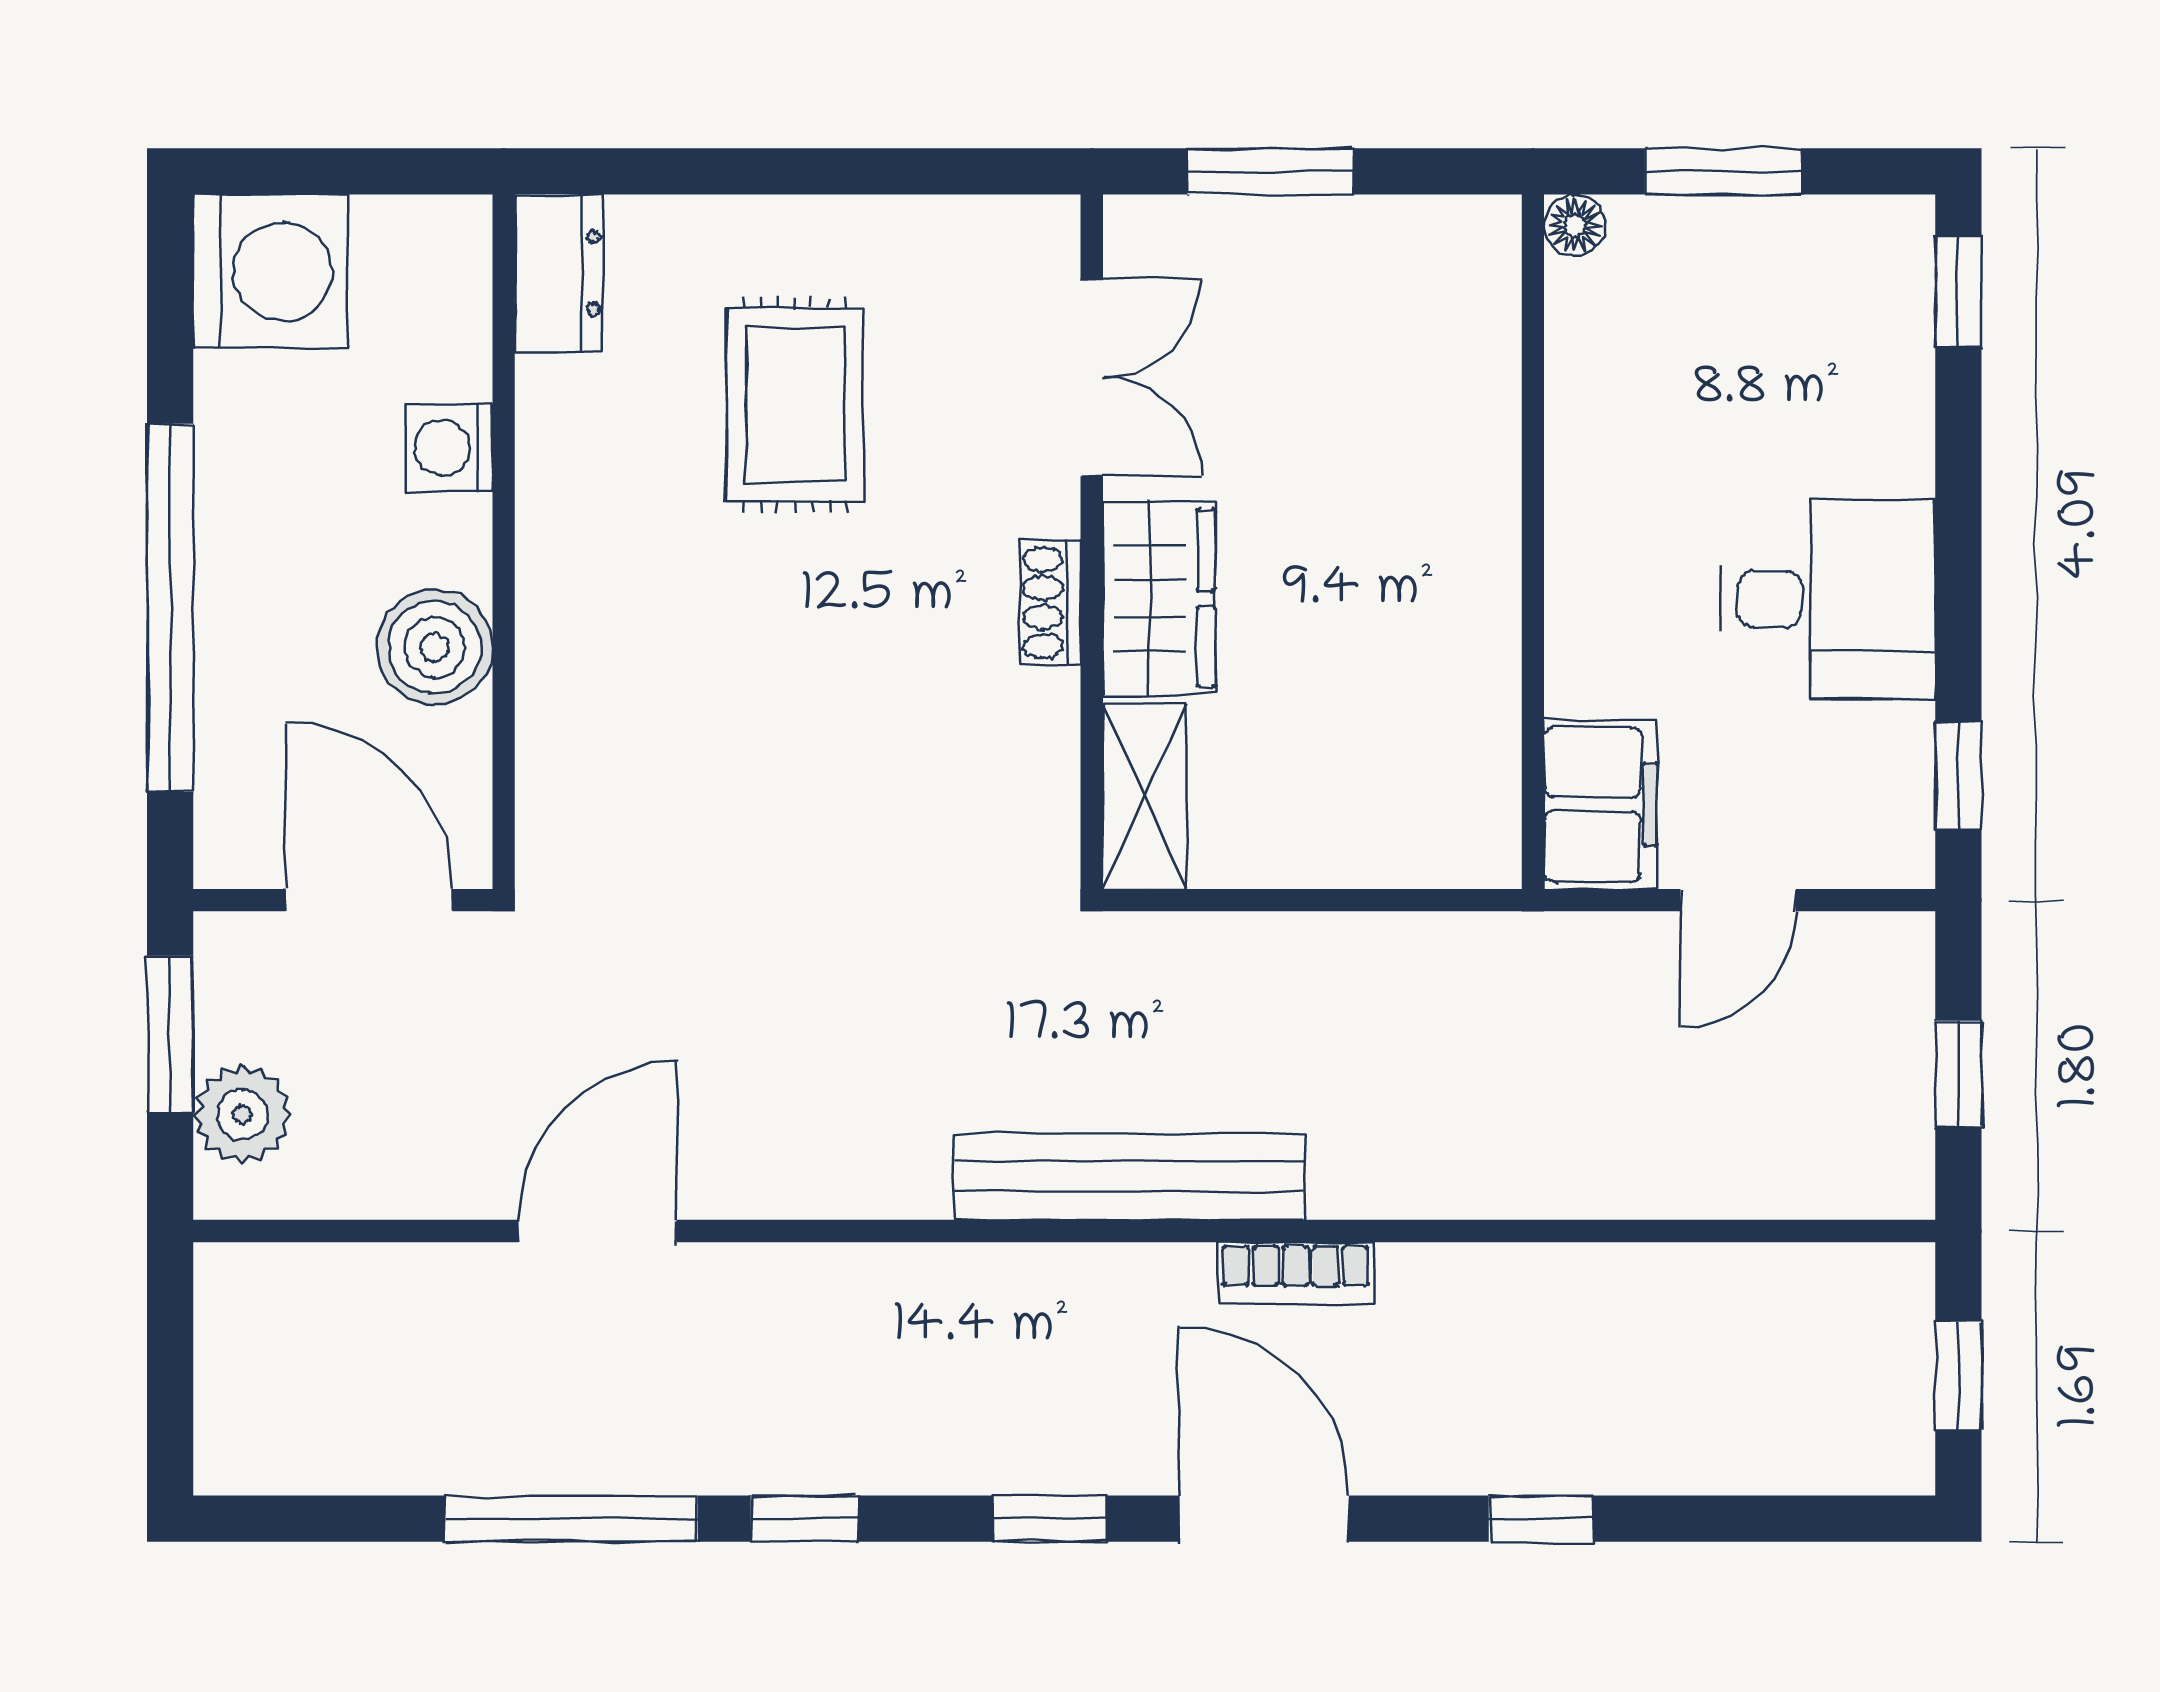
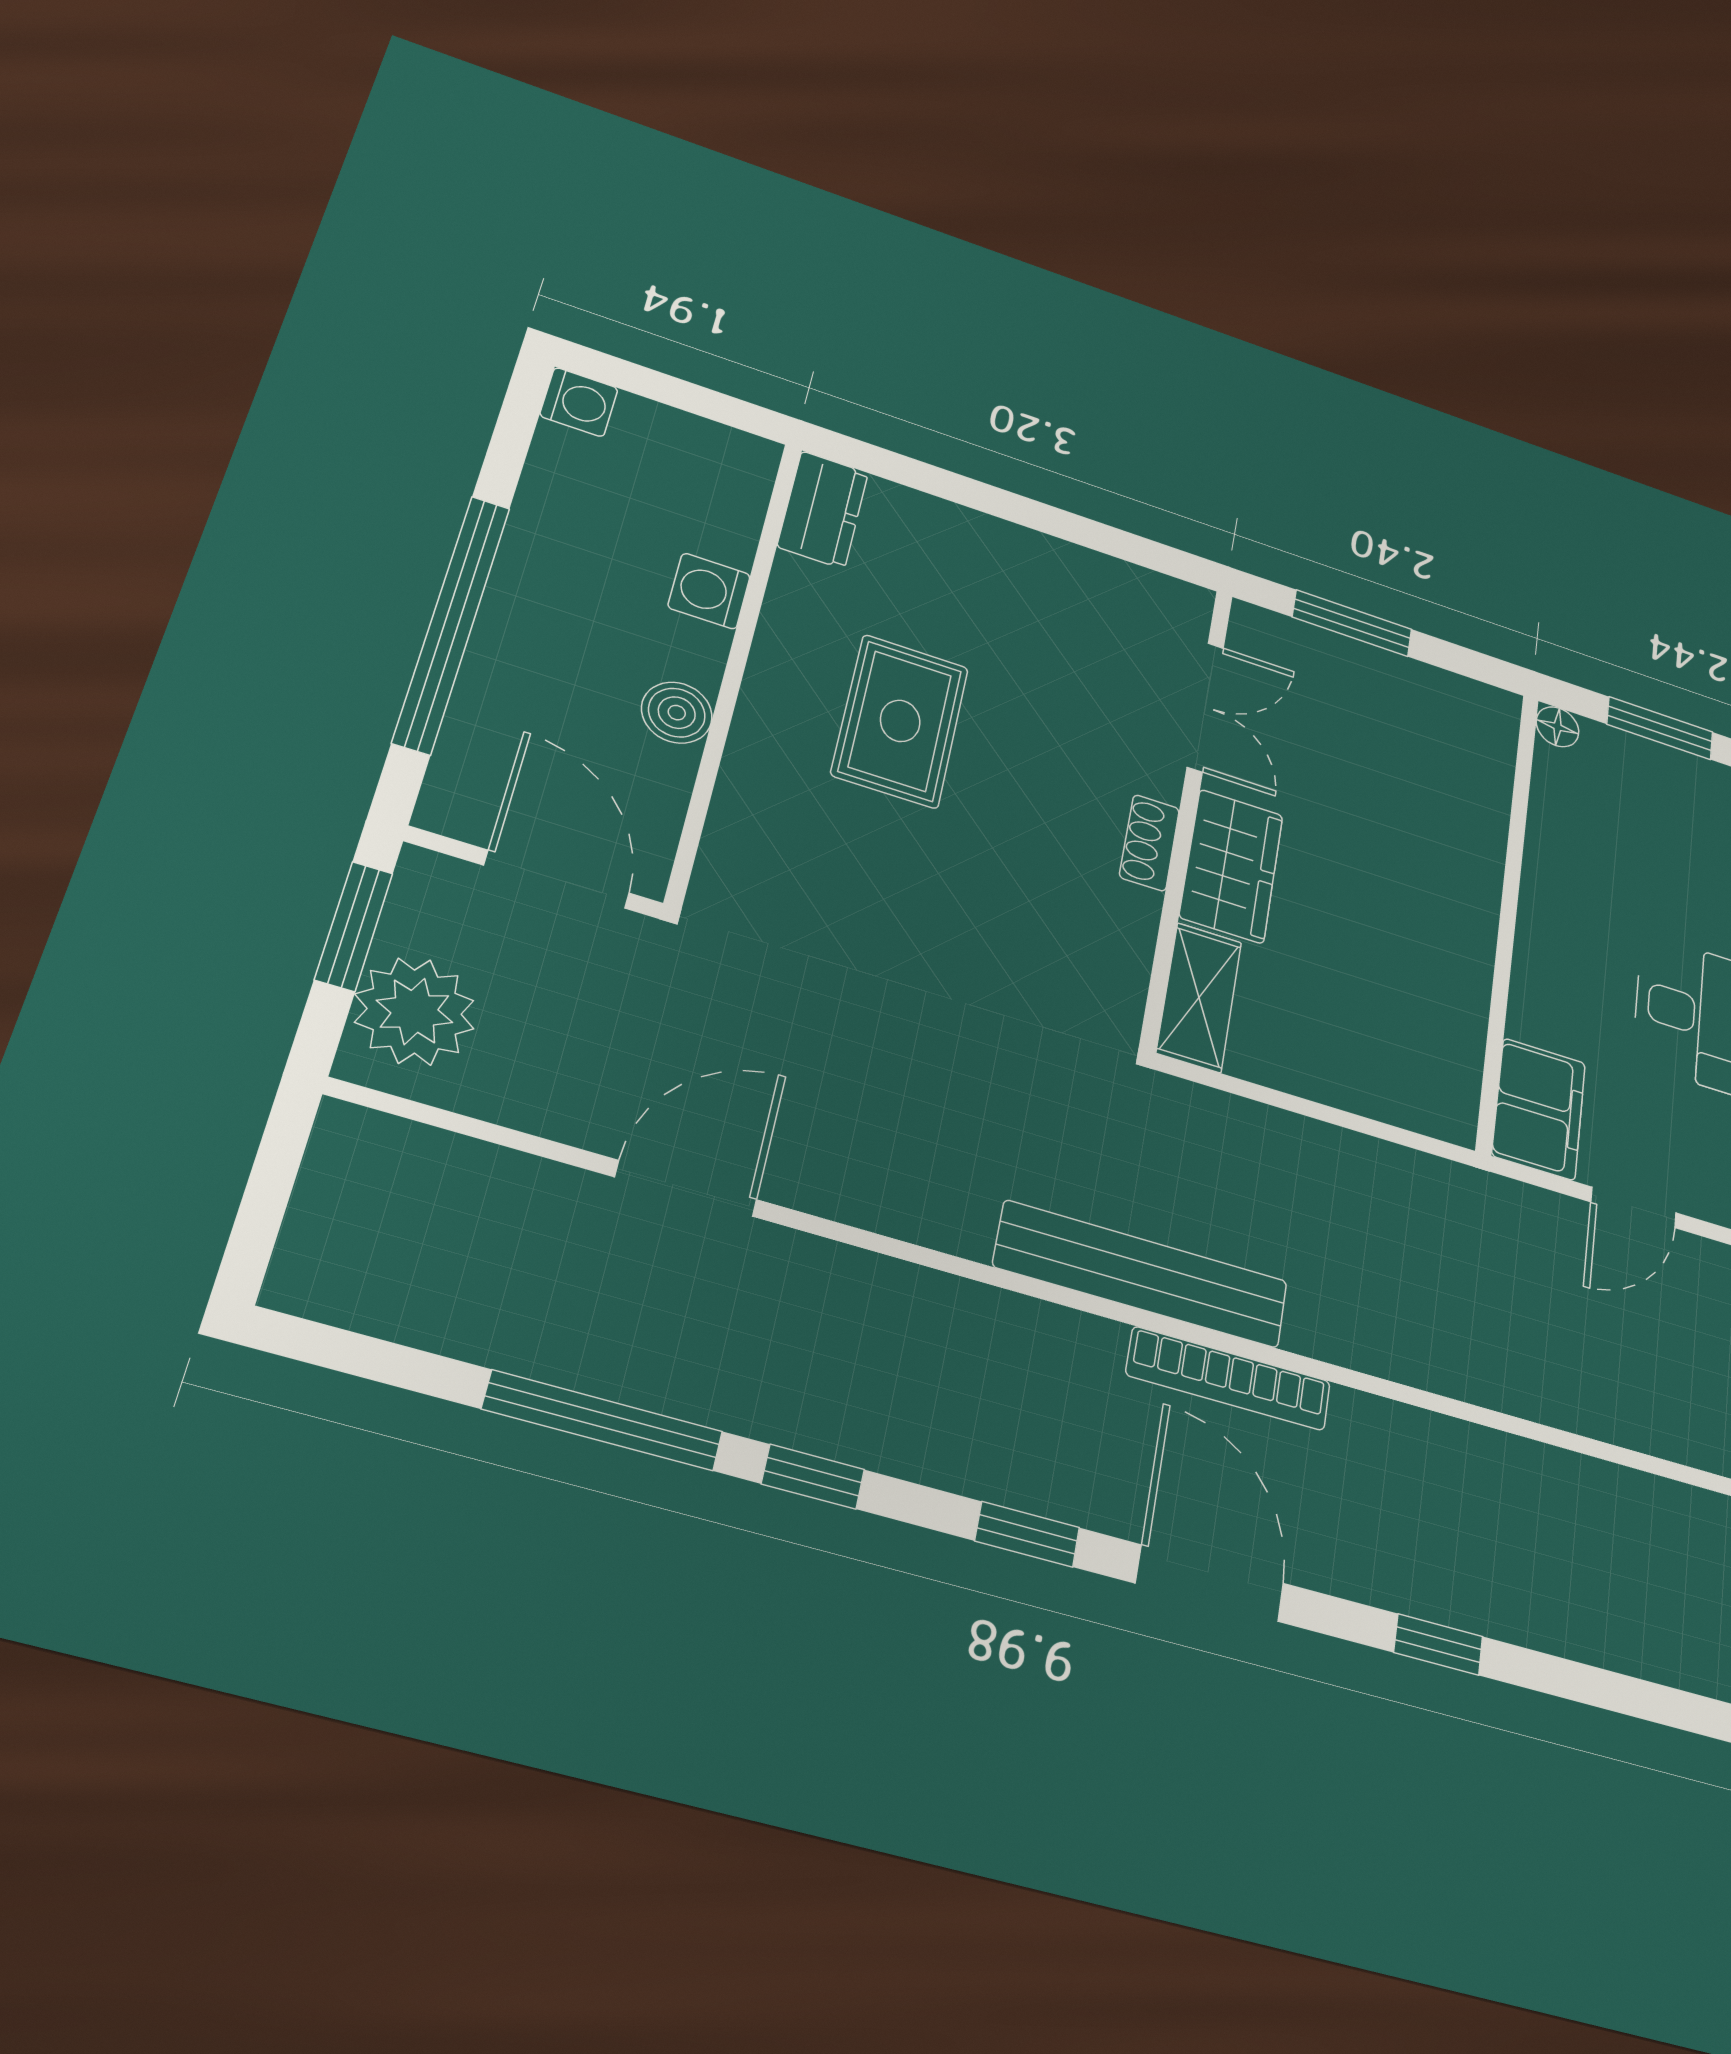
washing machine: (270, 271) -> (579, 402), width x0.53, depth x0.53
rug: (795, 405) -> (900, 721), moved
boiler: (435, 647) -> (677, 713), width x0.73, depth x0.73
plant: (242, 1115) -> (414, 1011), width x1.36, depth x1.36
bookcase: (1296, 1273) -> (1229, 1378), width x1.56

